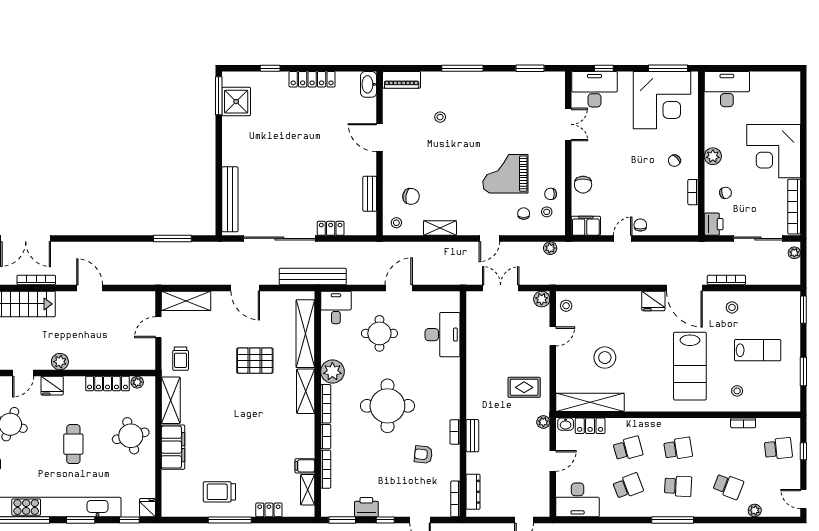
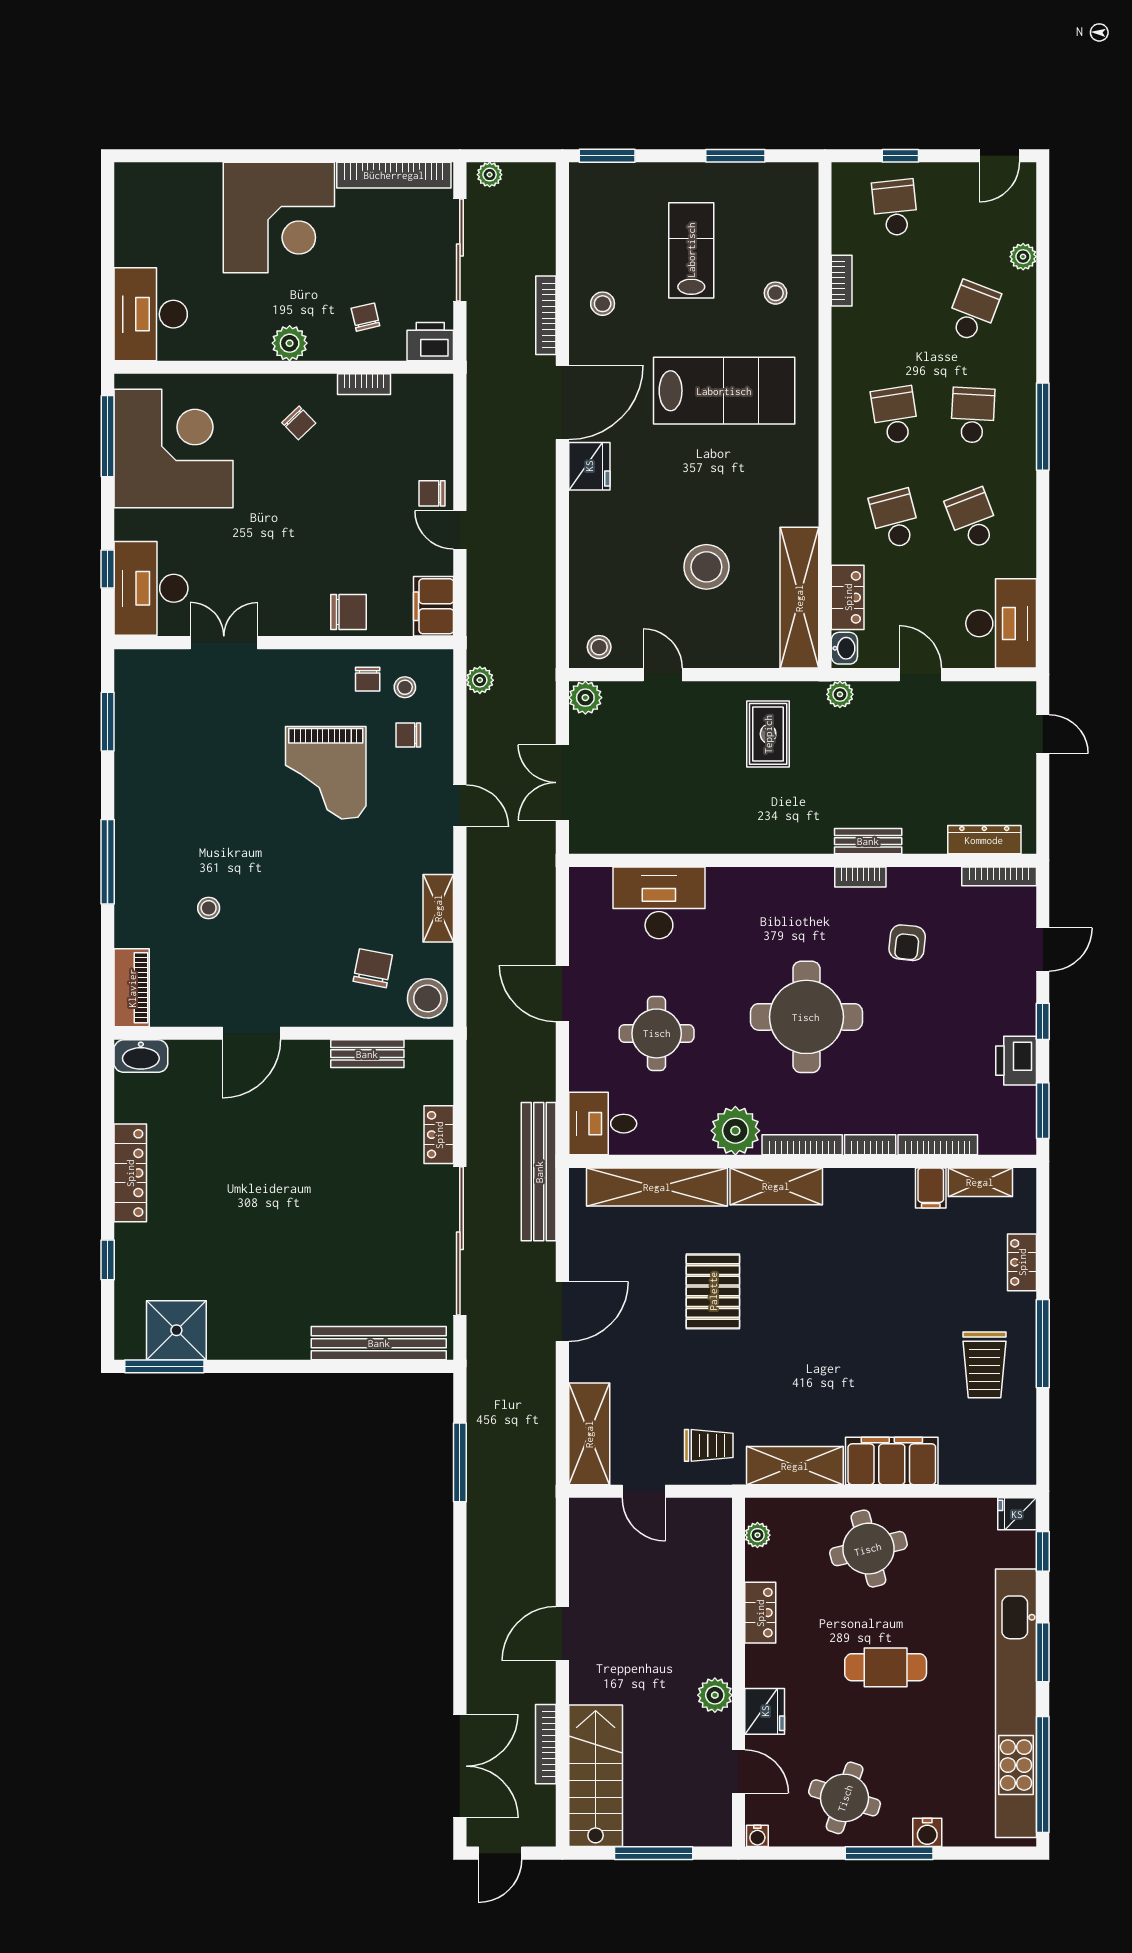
stool: (396, 223) -> (427, 998), width x1.89, depth x1.89
locker: (107, 384) -> (760, 1613), width x0.66

